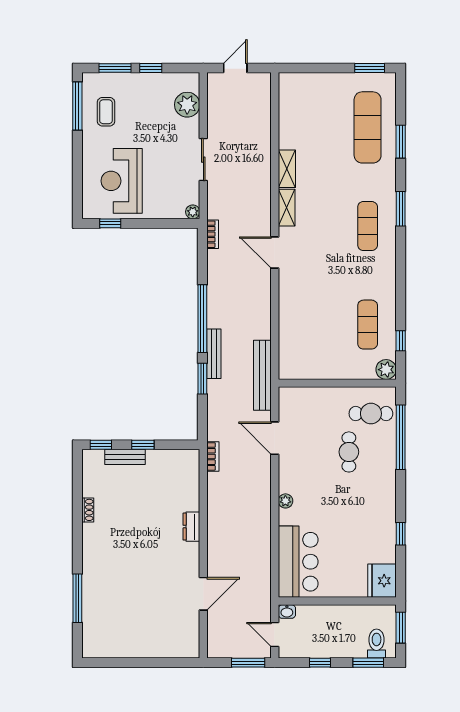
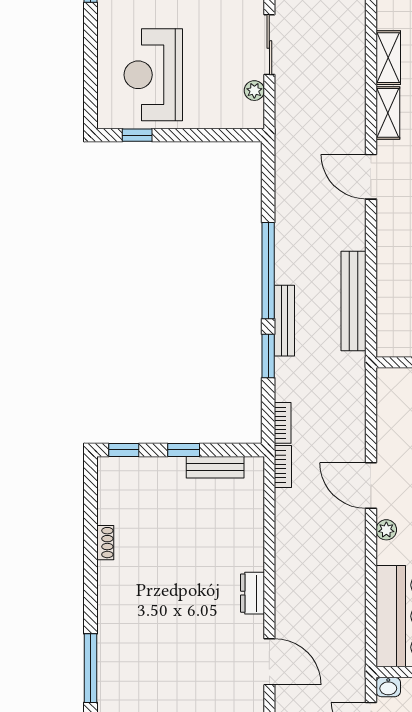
plant: (193, 212) -> (254, 91), moved
bookcase: (213, 234) -> (283, 423), moved
bench: (262, 375) -> (353, 301), moved
door: (275, 438) -> (371, 486), moved
bench: (125, 457) -> (215, 467), moved
dresser: (191, 527) -> (253, 593), moved
door: (203, 594) -> (269, 662), hinge flipped

